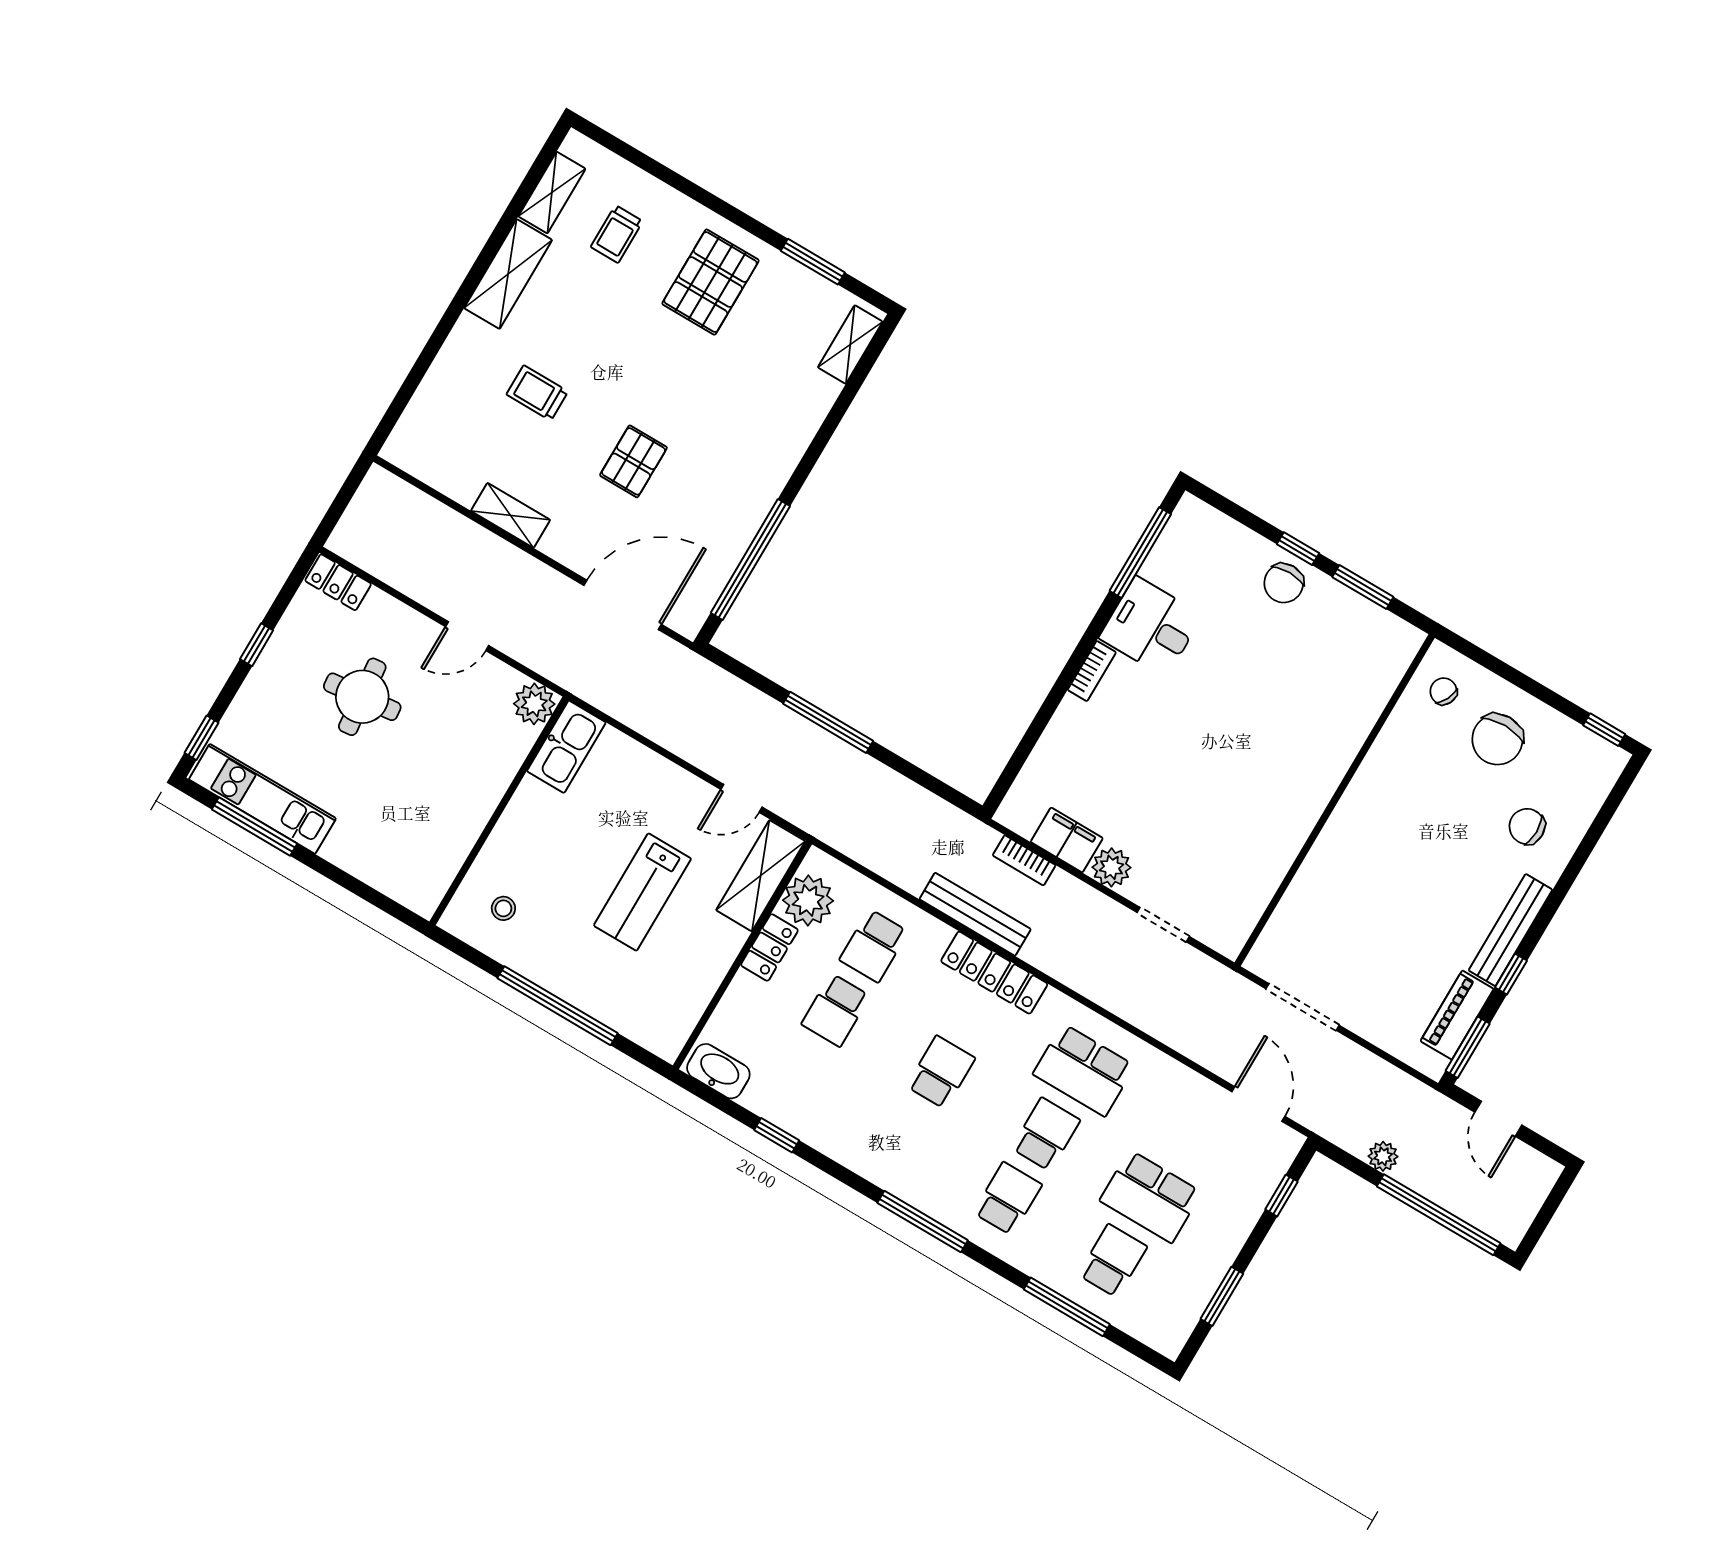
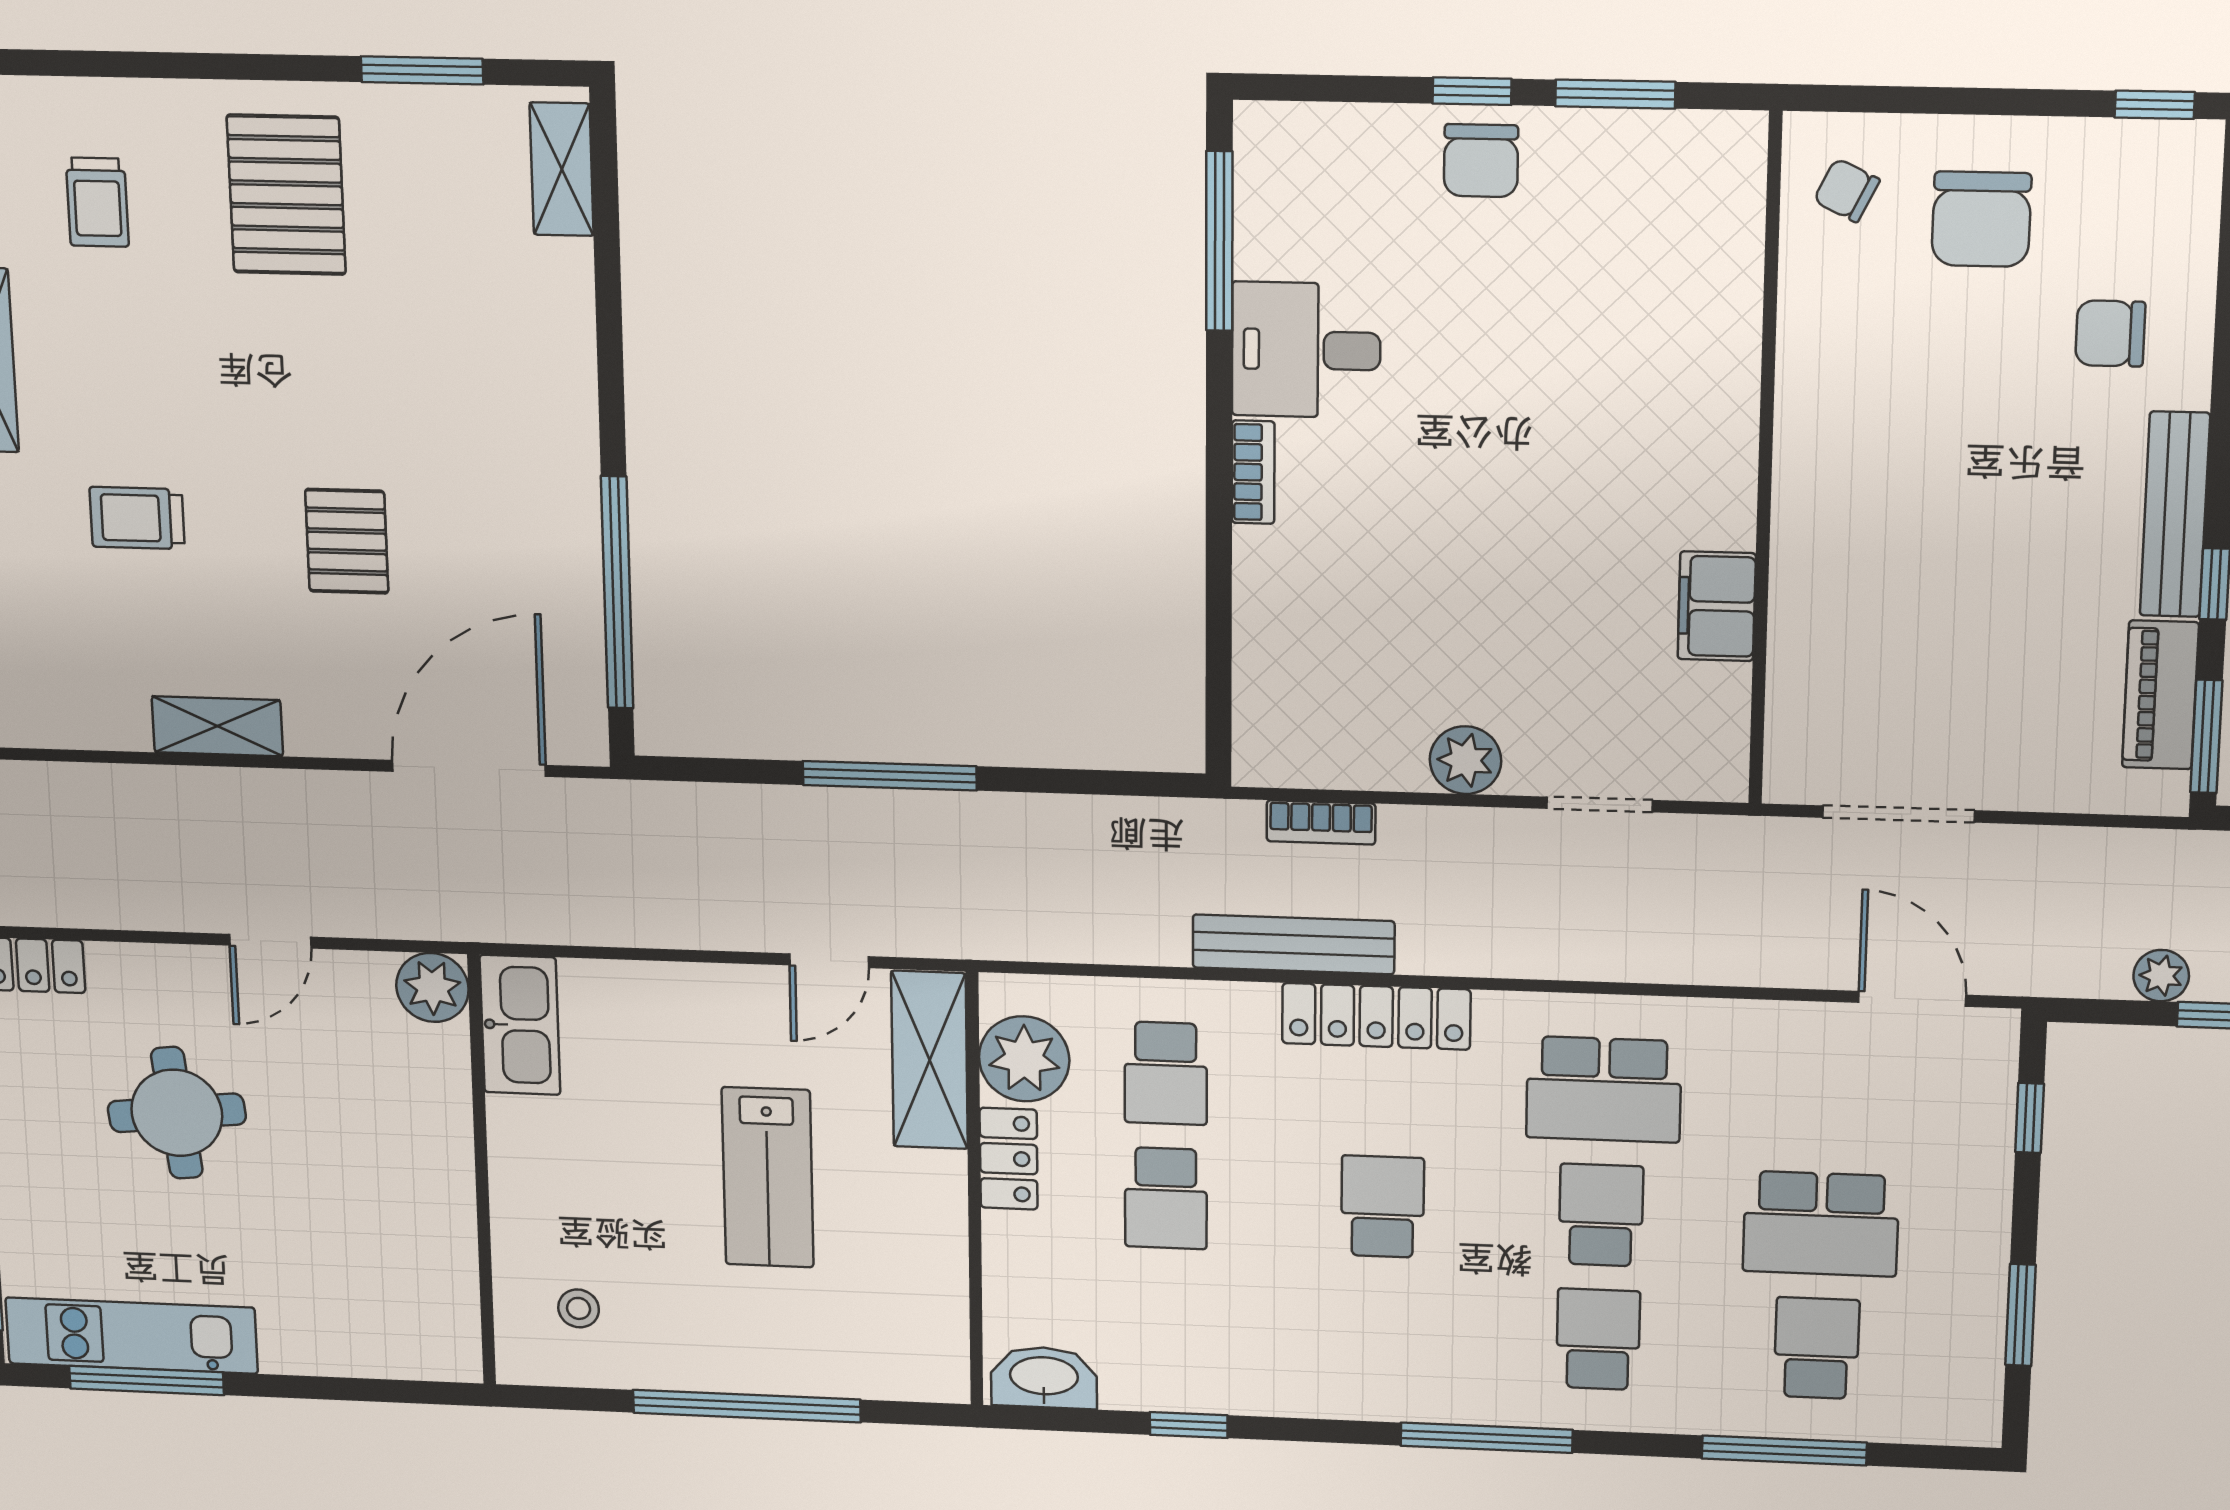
filing cabinet: (1067, 840) -> (1717, 606), moved, turned -90

